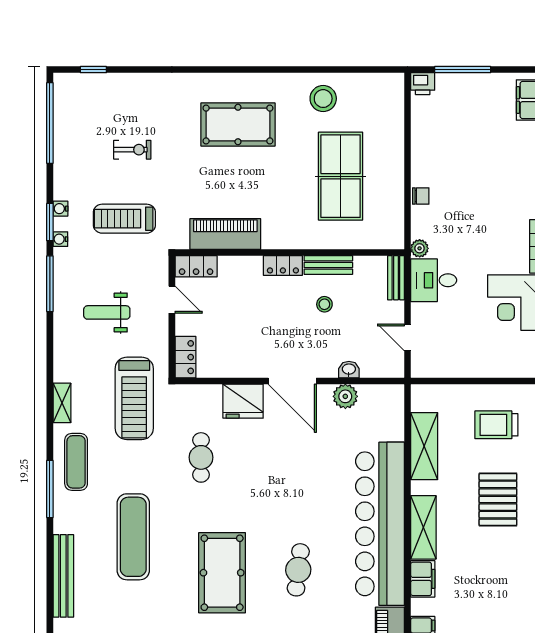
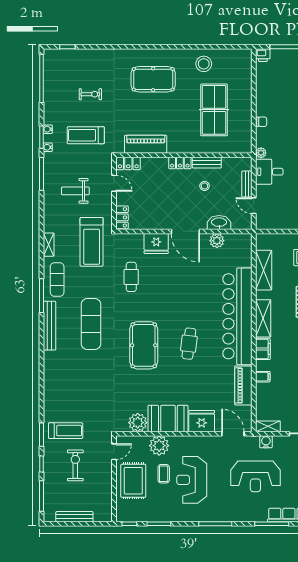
bench: (396, 278) -> (247, 184), moved
washbasin: (349, 370) -> (219, 223), width x1.91, depth x1.45
bench: (63, 576) -> (49, 326), moved

